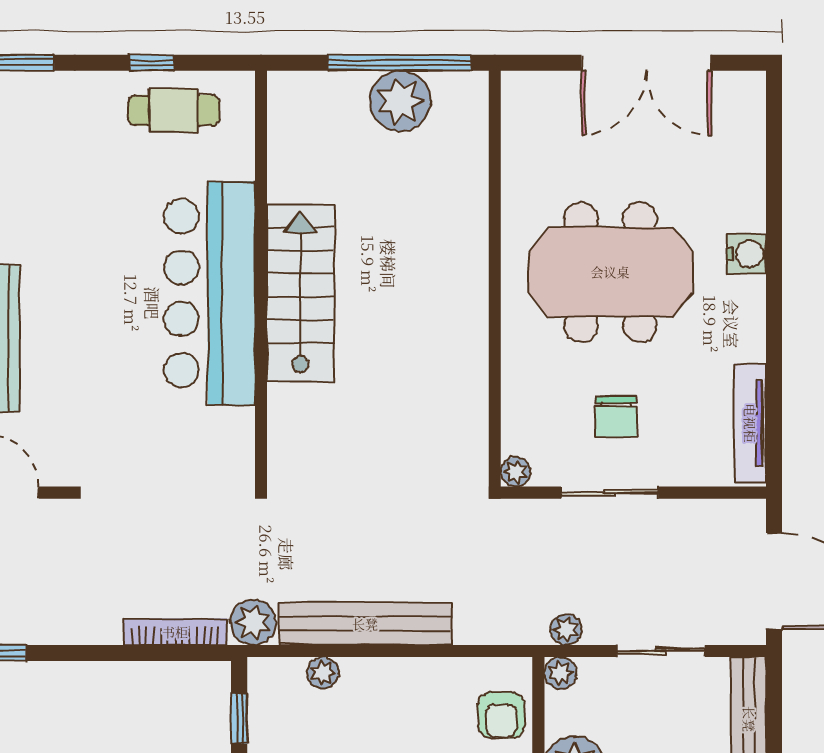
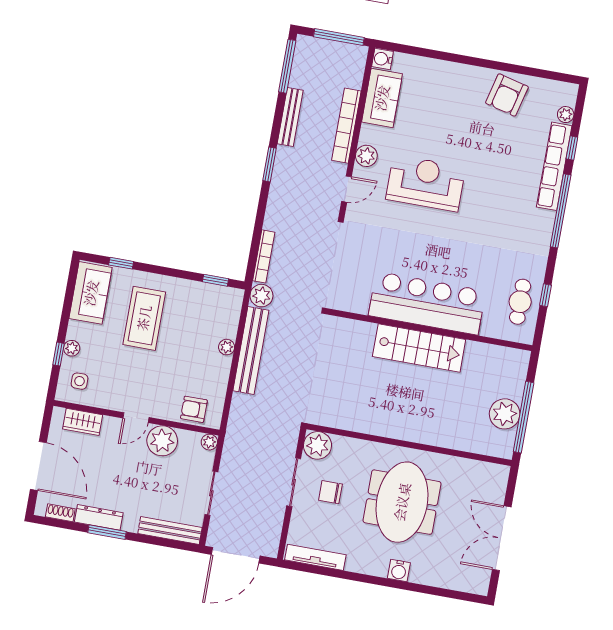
plant: (516, 472) -> (318, 445), width x1.87, depth x1.87
plant: (566, 629) -> (230, 449), removed
plant: (323, 673) -> (227, 347), moved

